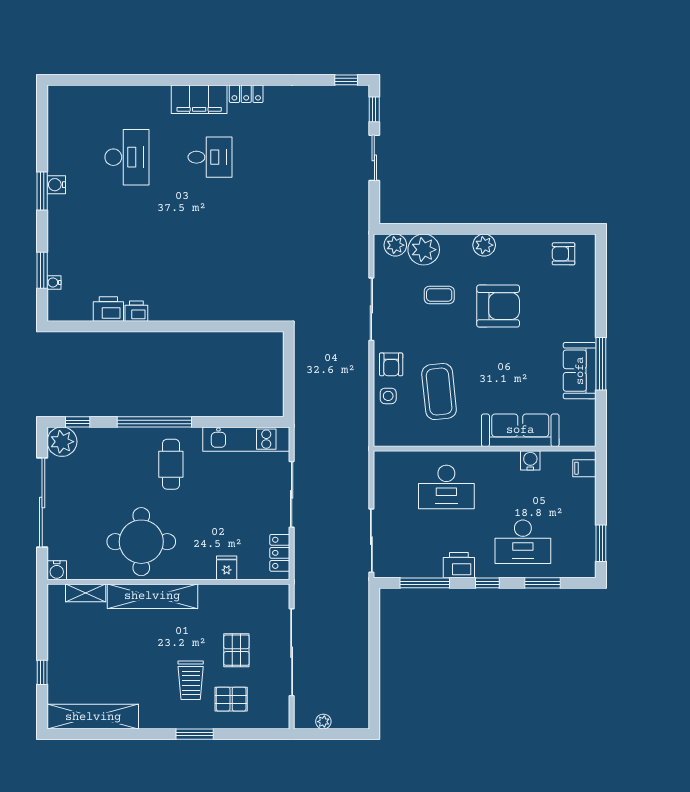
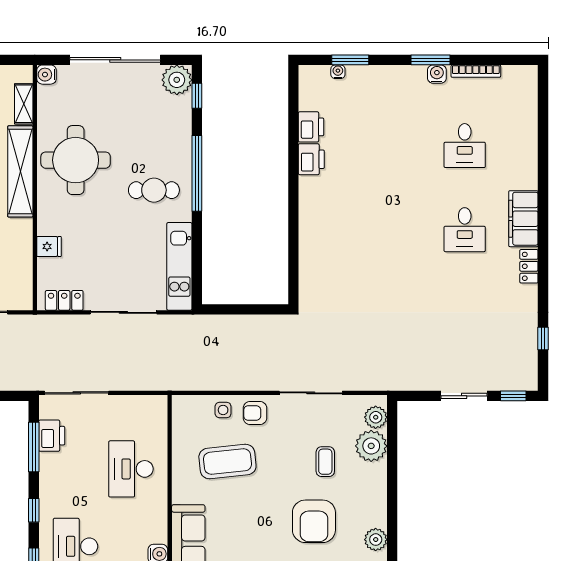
window: (346, 80) -> (543, 339), moved
bookcase: (53, 146) -> (476, 71), added
desk: (127, 157) -> (465, 146), width x0.73
plant: (484, 245) -> (376, 540), moved
printer: (136, 311) -> (311, 159), width x1.36, depth x1.24
printer: (459, 565) -> (52, 436), moved

